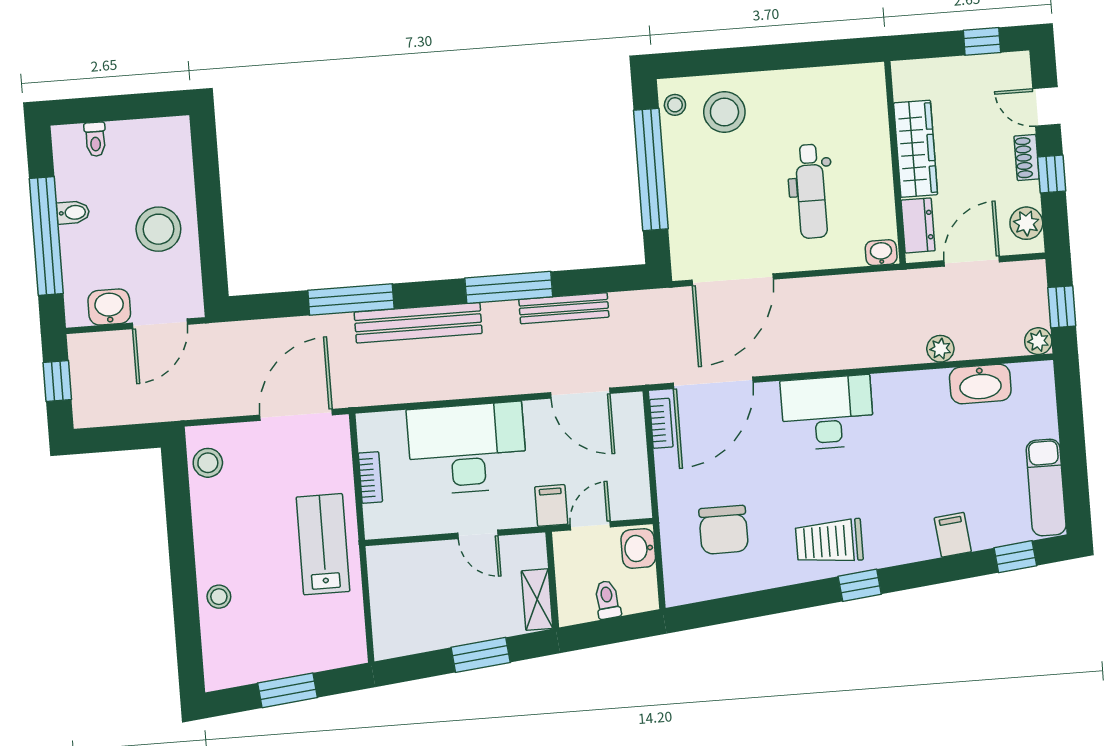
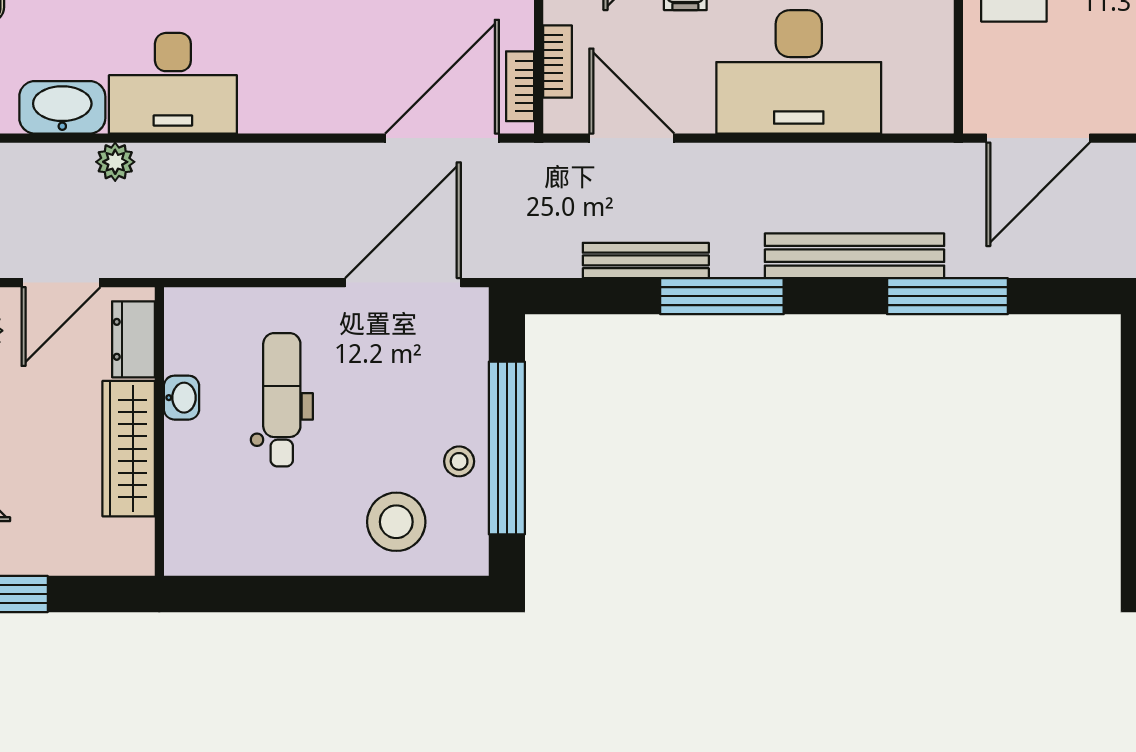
stool: (675, 105) -> (459, 461), moved
washbasin: (881, 253) -> (182, 398), moved, turned -90
desk: (827, 413) -> (173, 83), moved
bookcase: (370, 477) -> (557, 62), moved, turned 180

